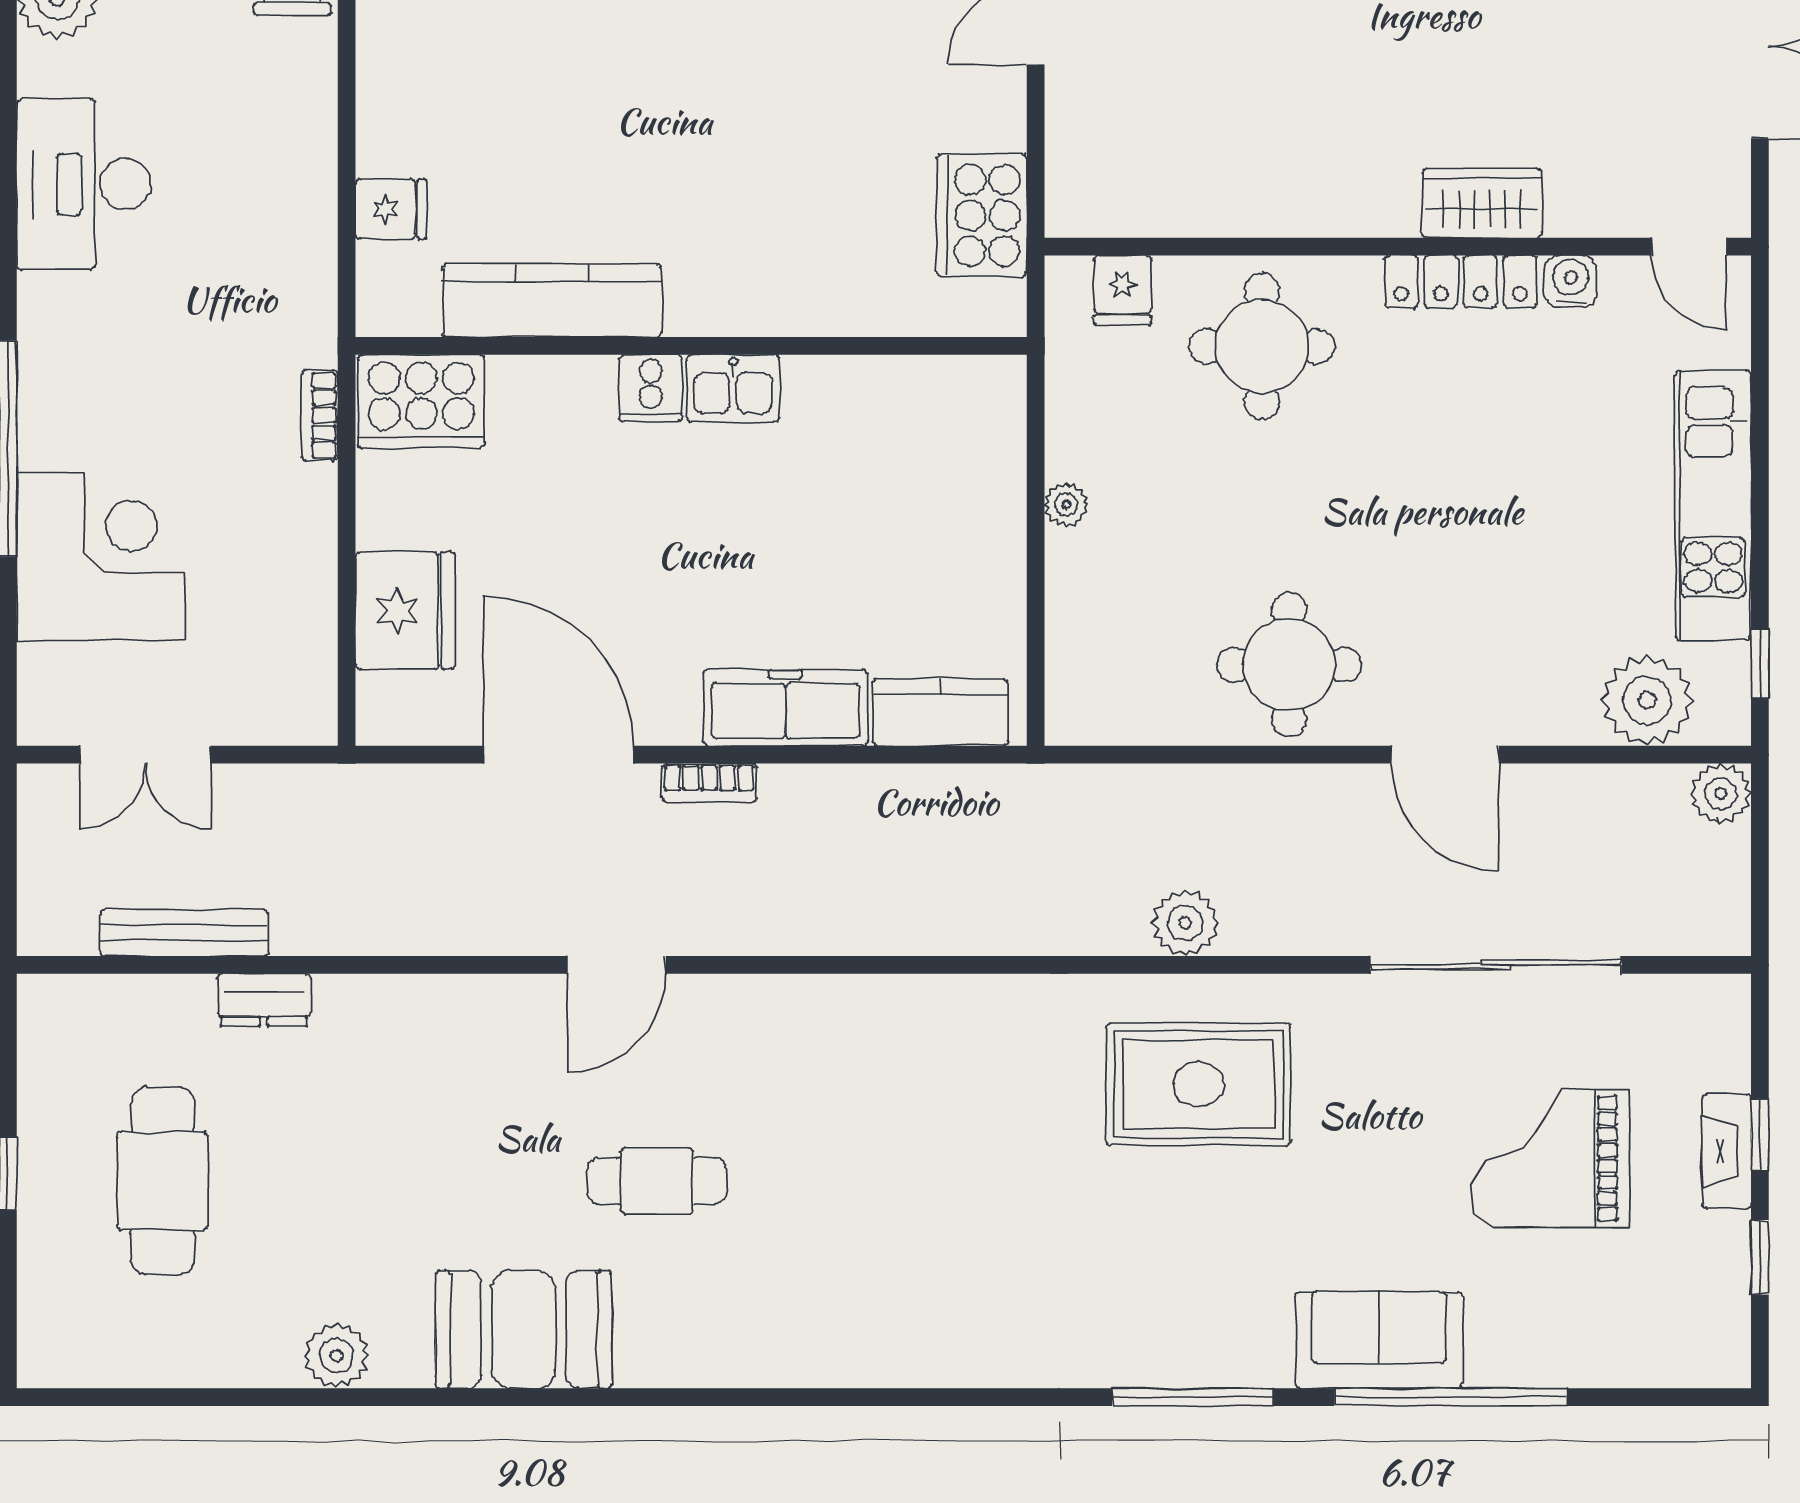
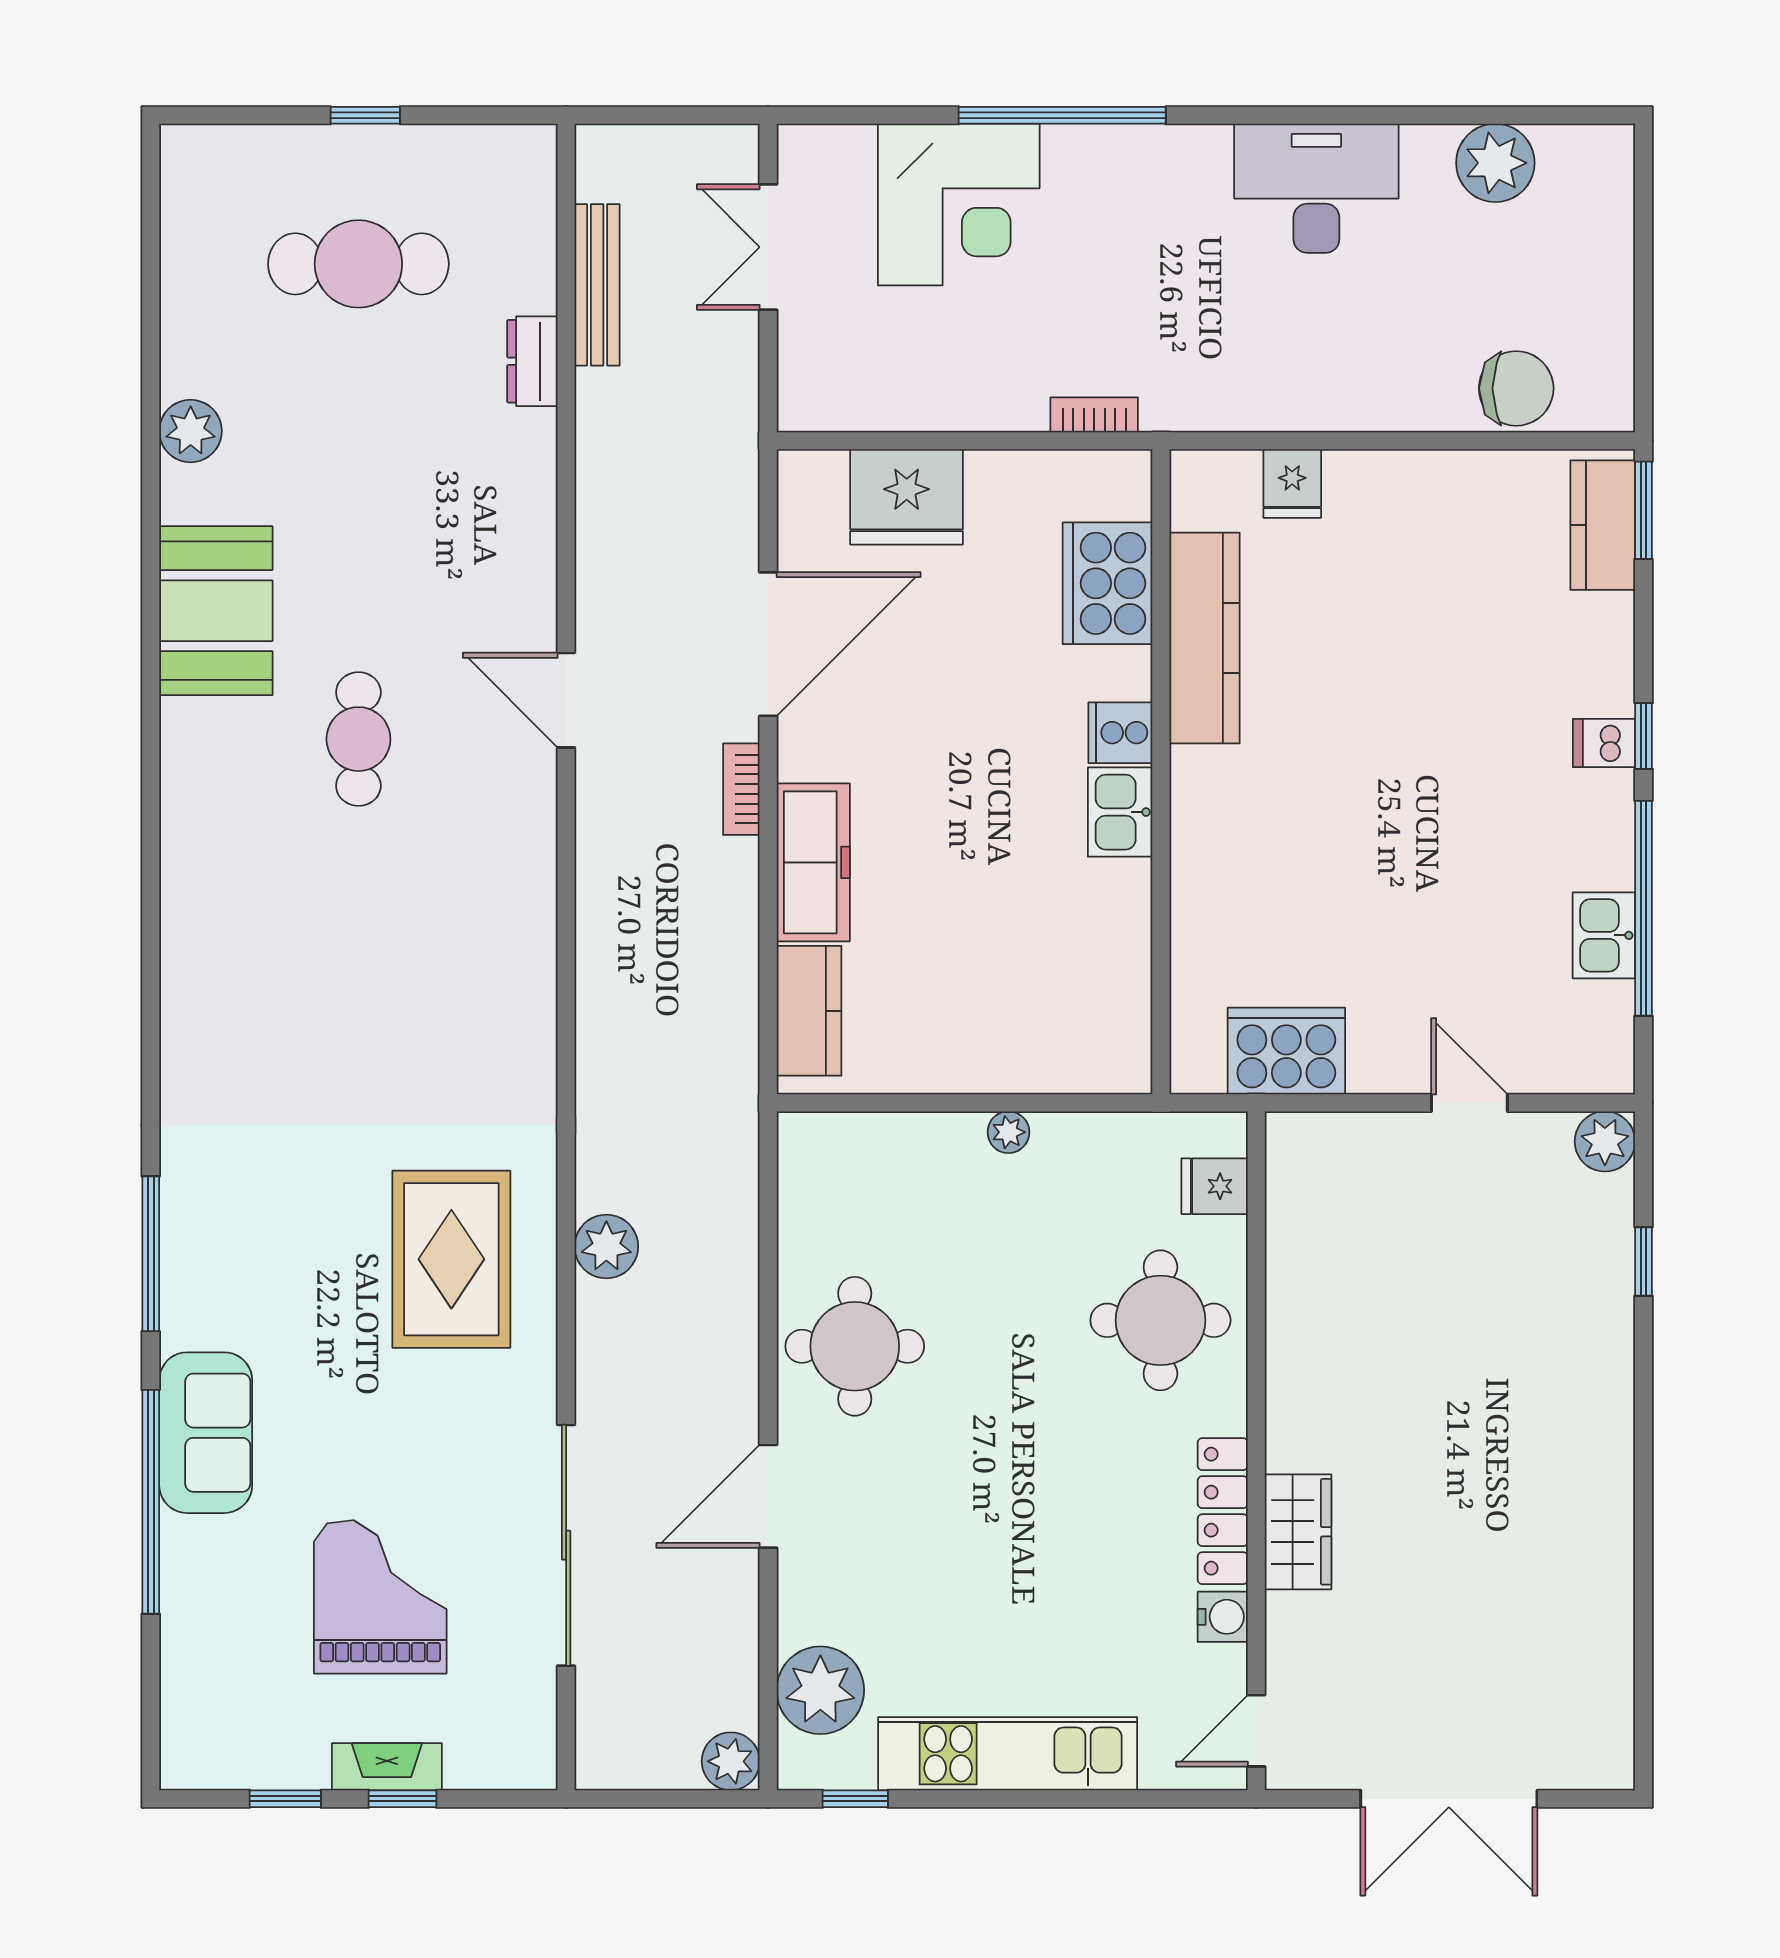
cooker: (421, 401) -> (1108, 583), moved

